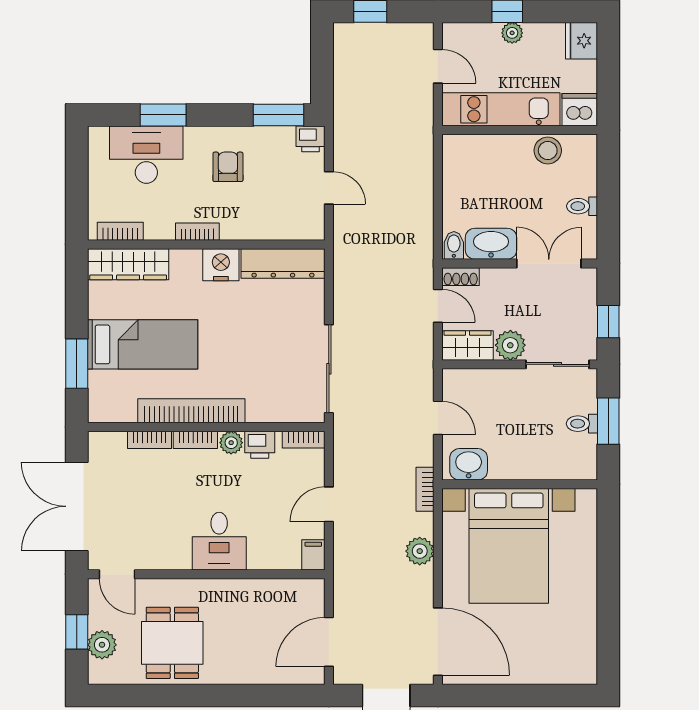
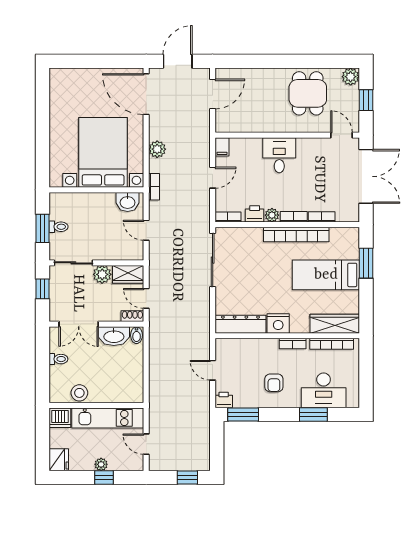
bookcase: (120, 231) -> (332, 344), width x1.56
plant: (102, 645) -> (351, 77), moved

